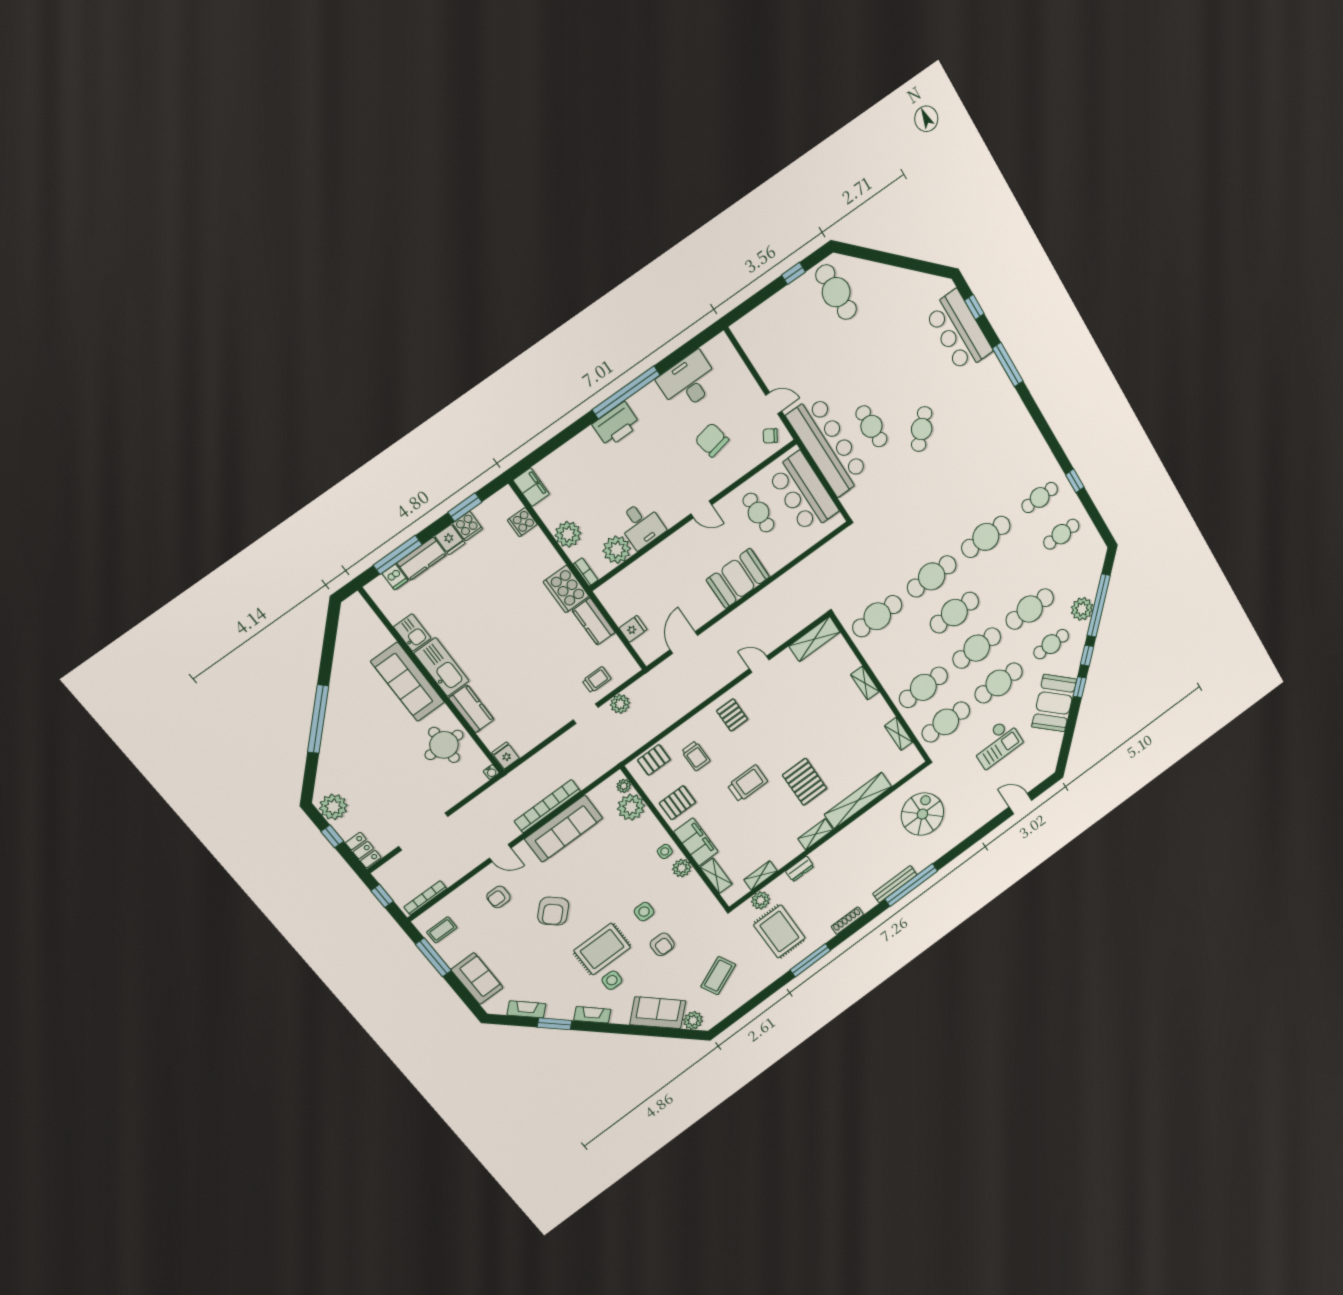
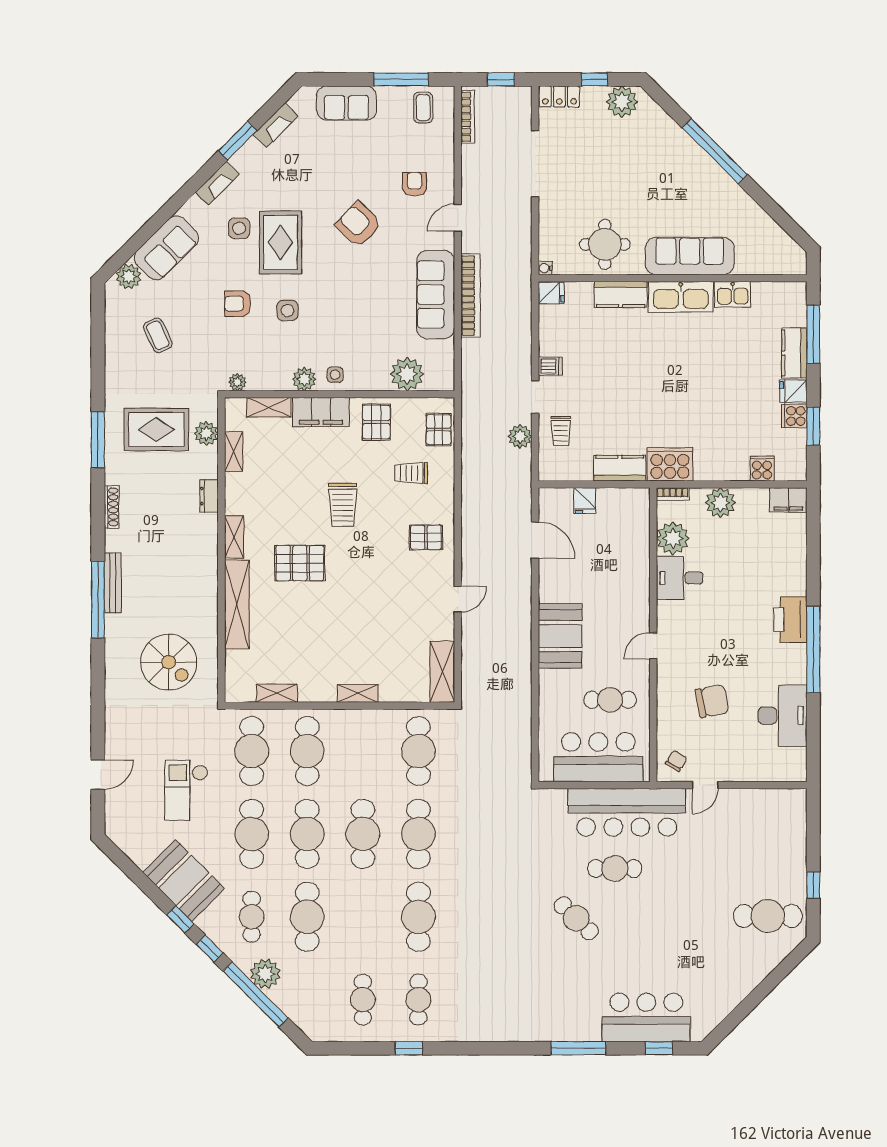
dishwasher: (395, 577) -> (550, 366), moved, turned 180
plant: (624, 786) -> (237, 382), moved
coffee table: (718, 976) -> (158, 335), width x0.73, depth x0.77

